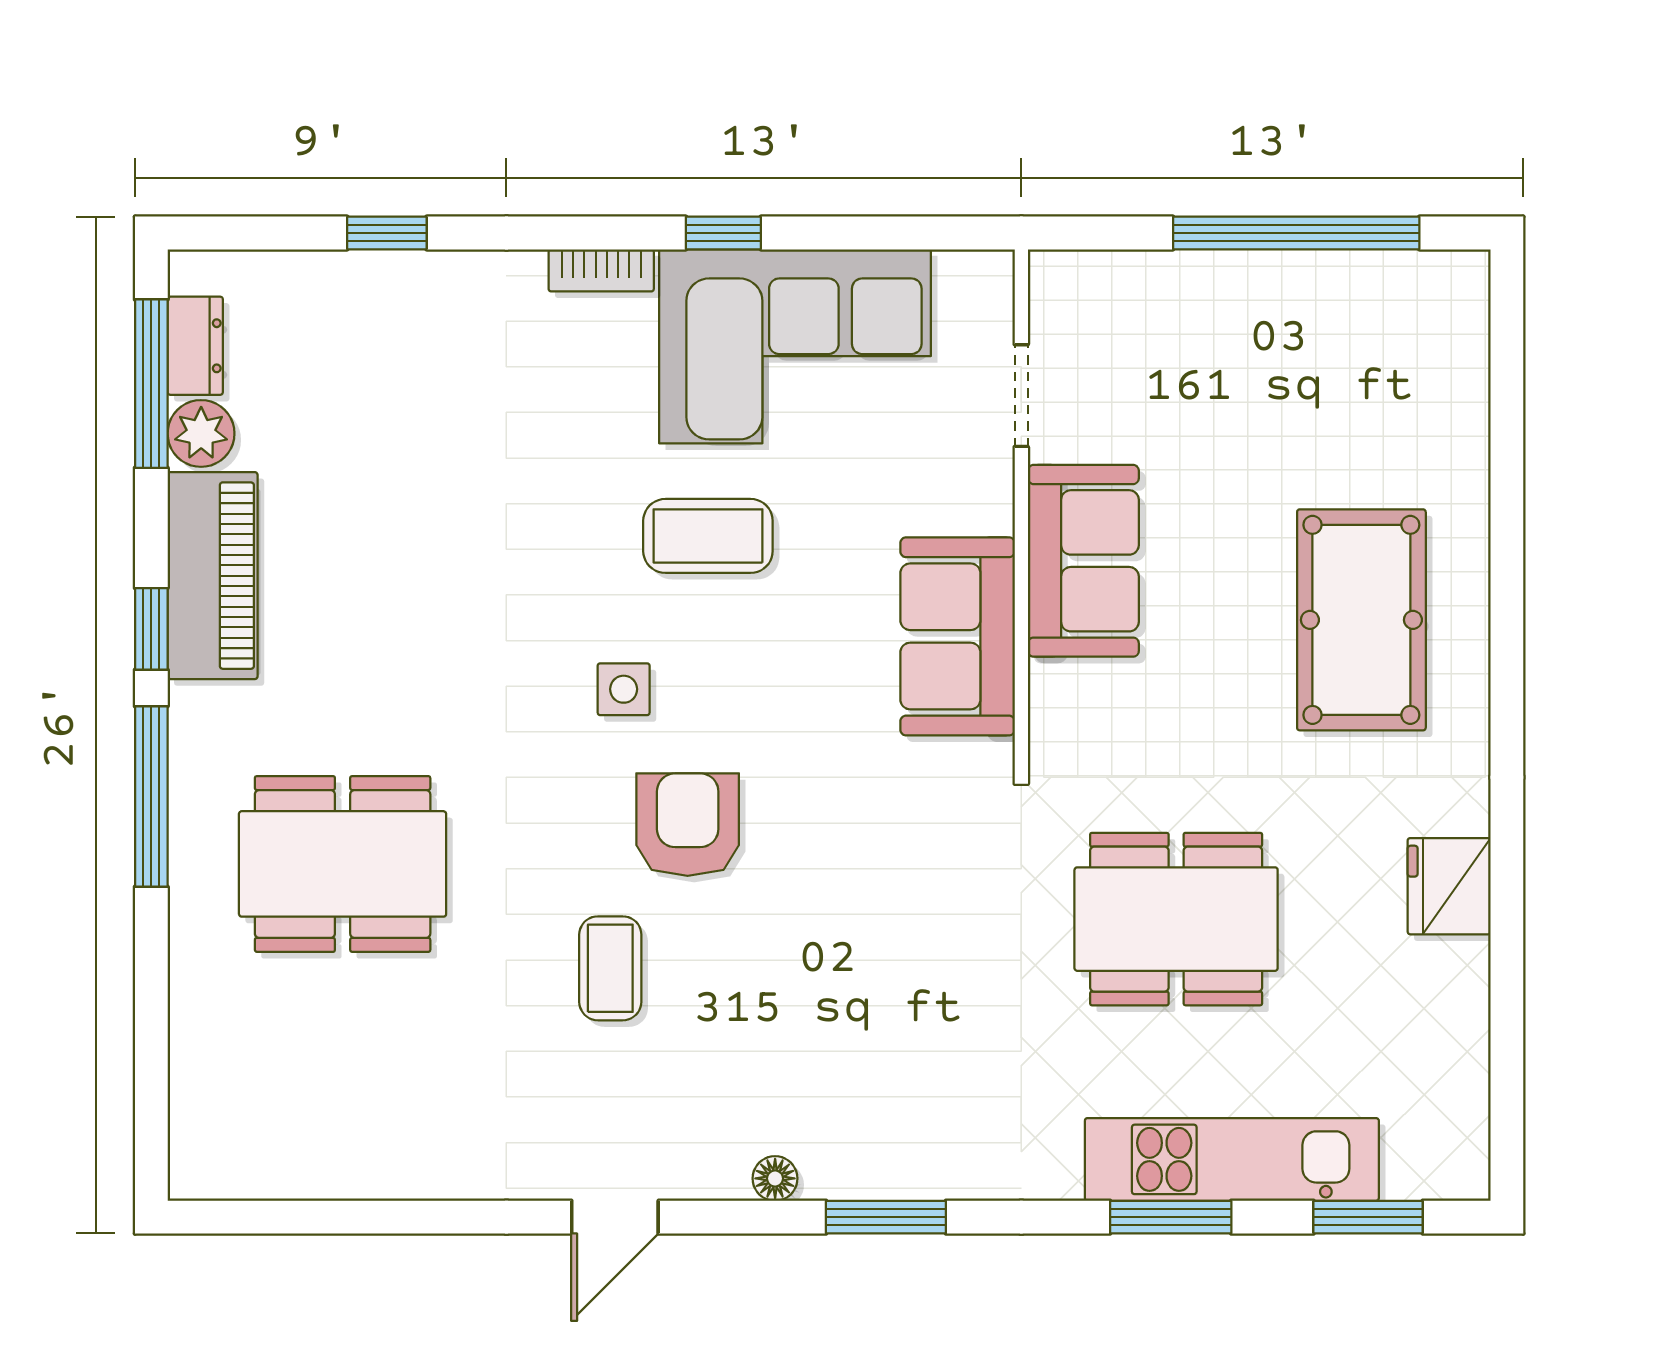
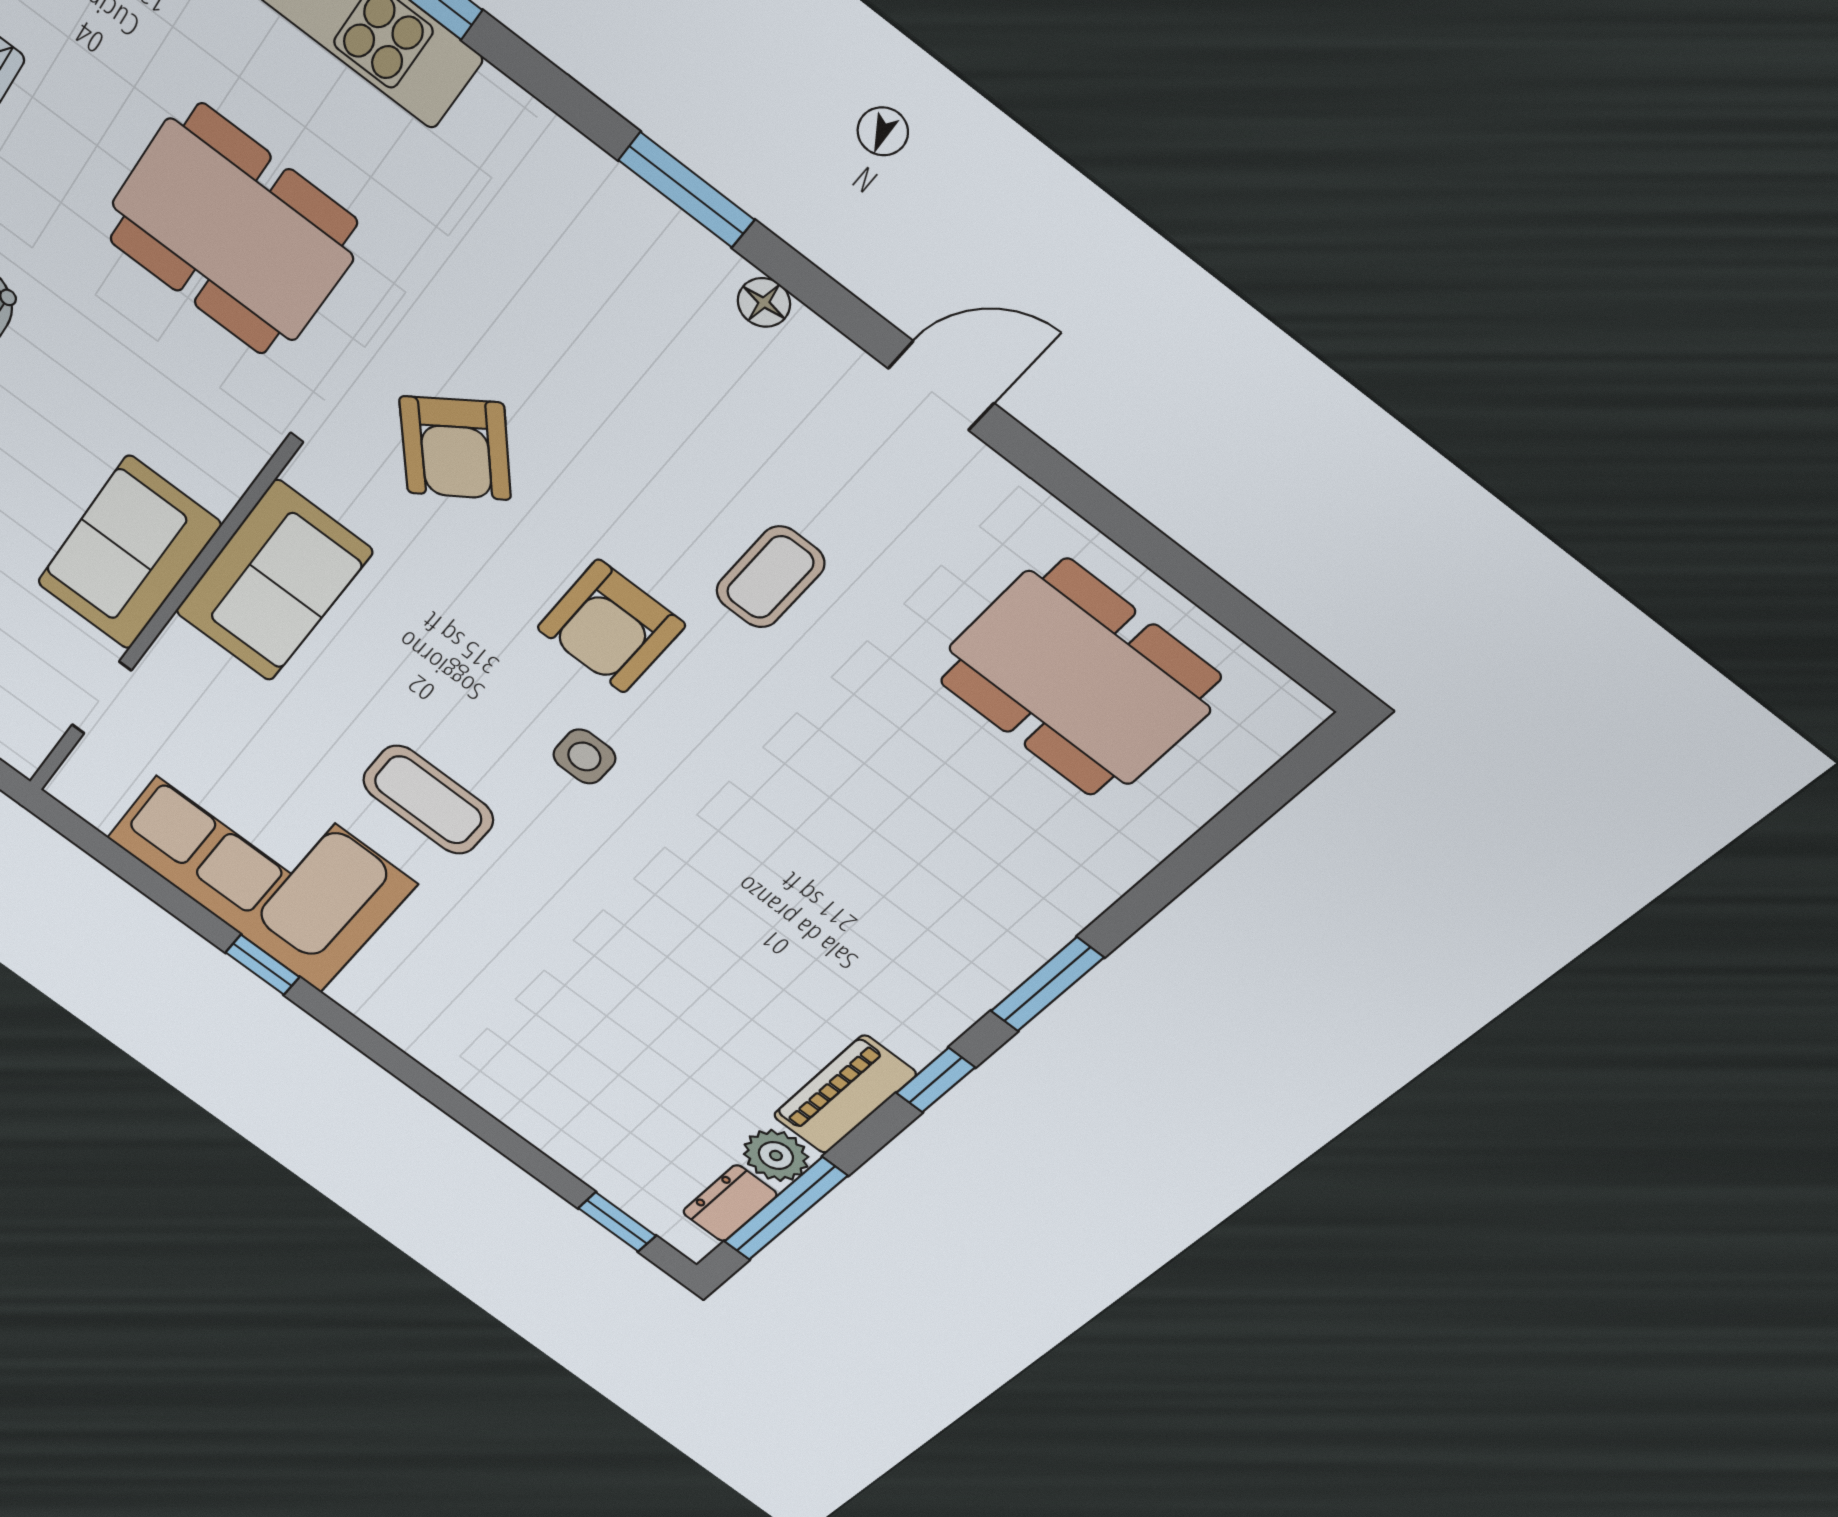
window: (387, 233) -> (617, 1222), moved
bookcase: (601, 270) -> (376, 1014), removed
piano: (213, 576) -> (844, 1095), width x0.73, depth x0.75
window: (151, 796) -> (1047, 984), width x0.69
dining table: (343, 864) -> (1079, 679), moved
armchair: (902, 878) -> (455, 448), added

